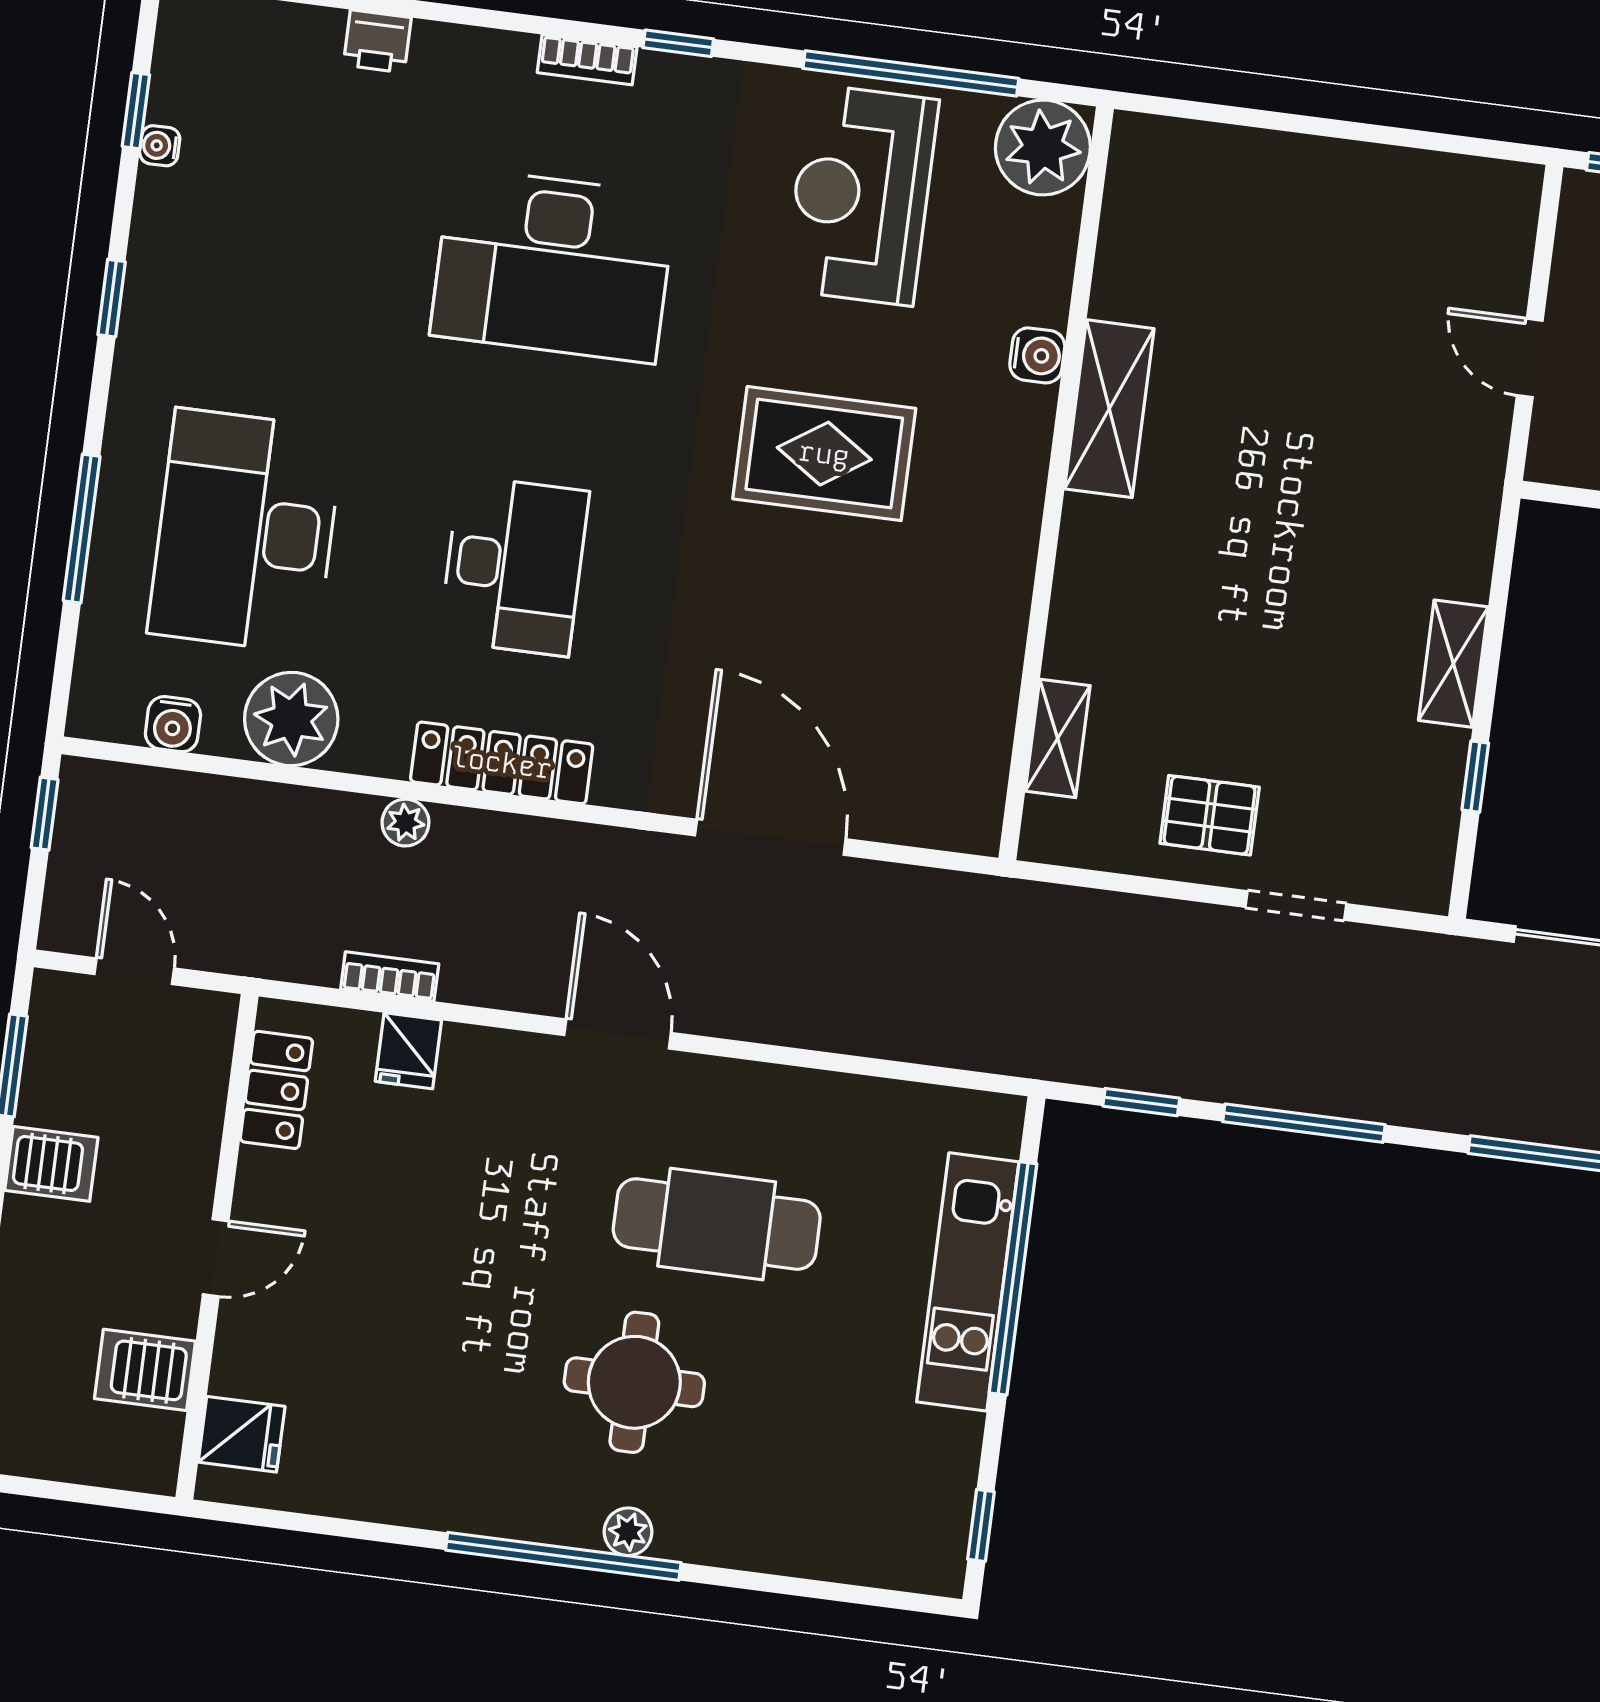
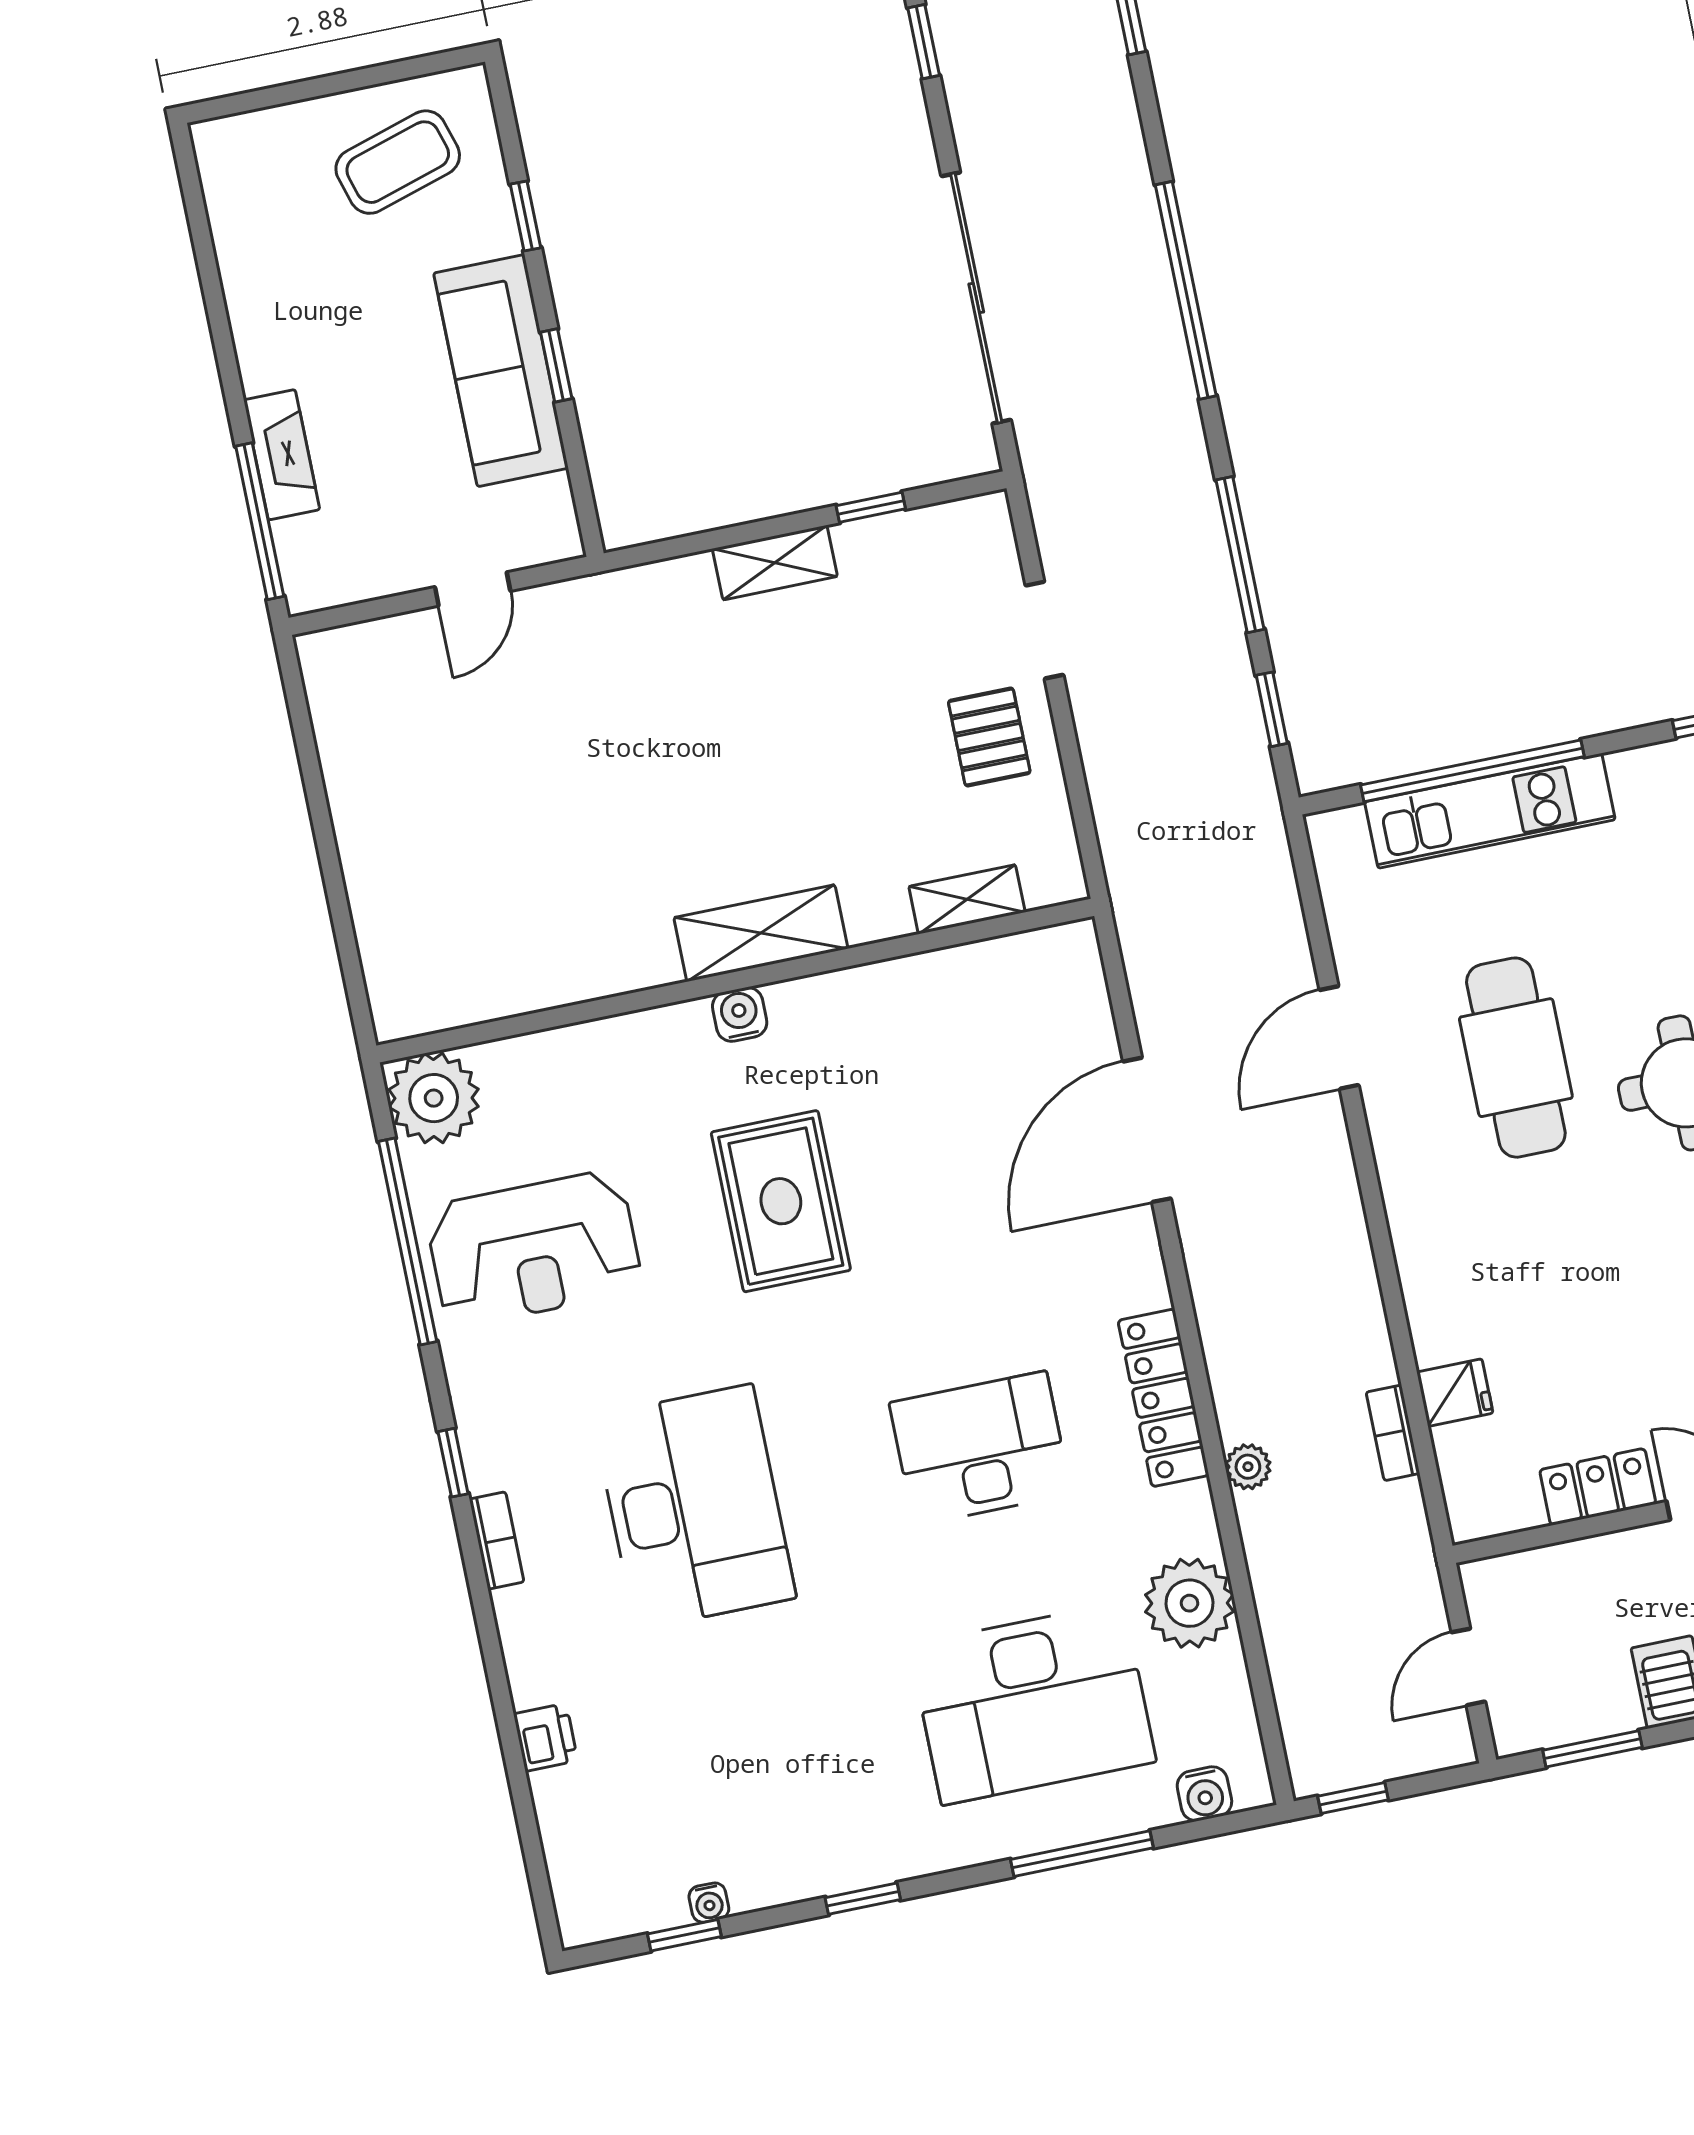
water cooler: (1037, 355) -> (740, 1014), moved
shelving: (1109, 409) -> (761, 933), moved
water cooler: (173, 724) -> (1204, 1794), moved, turned 90
door: (618, 1034) -> (1339, 1038), moved
locker: (276, 1090) -> (1598, 1487), moved

